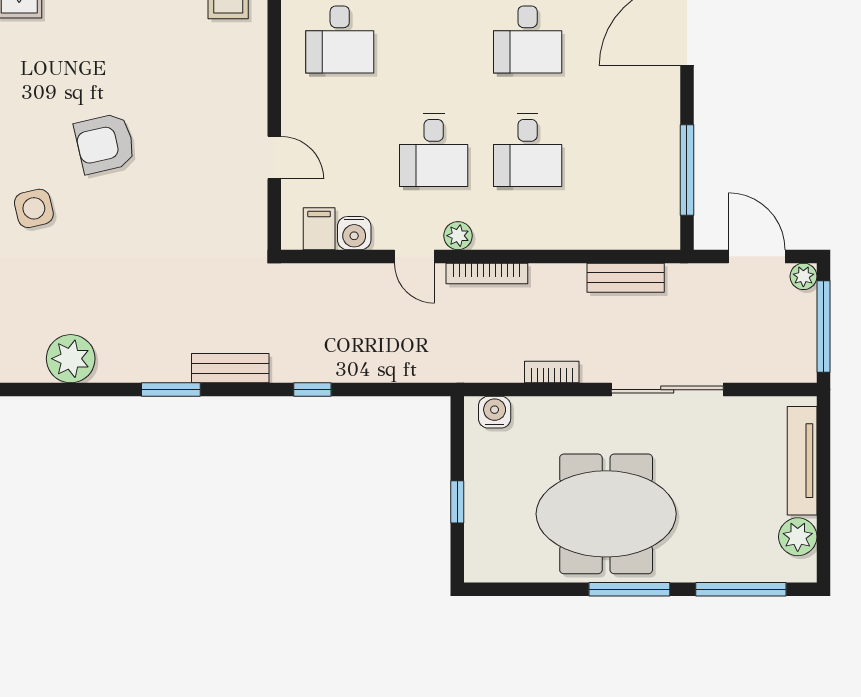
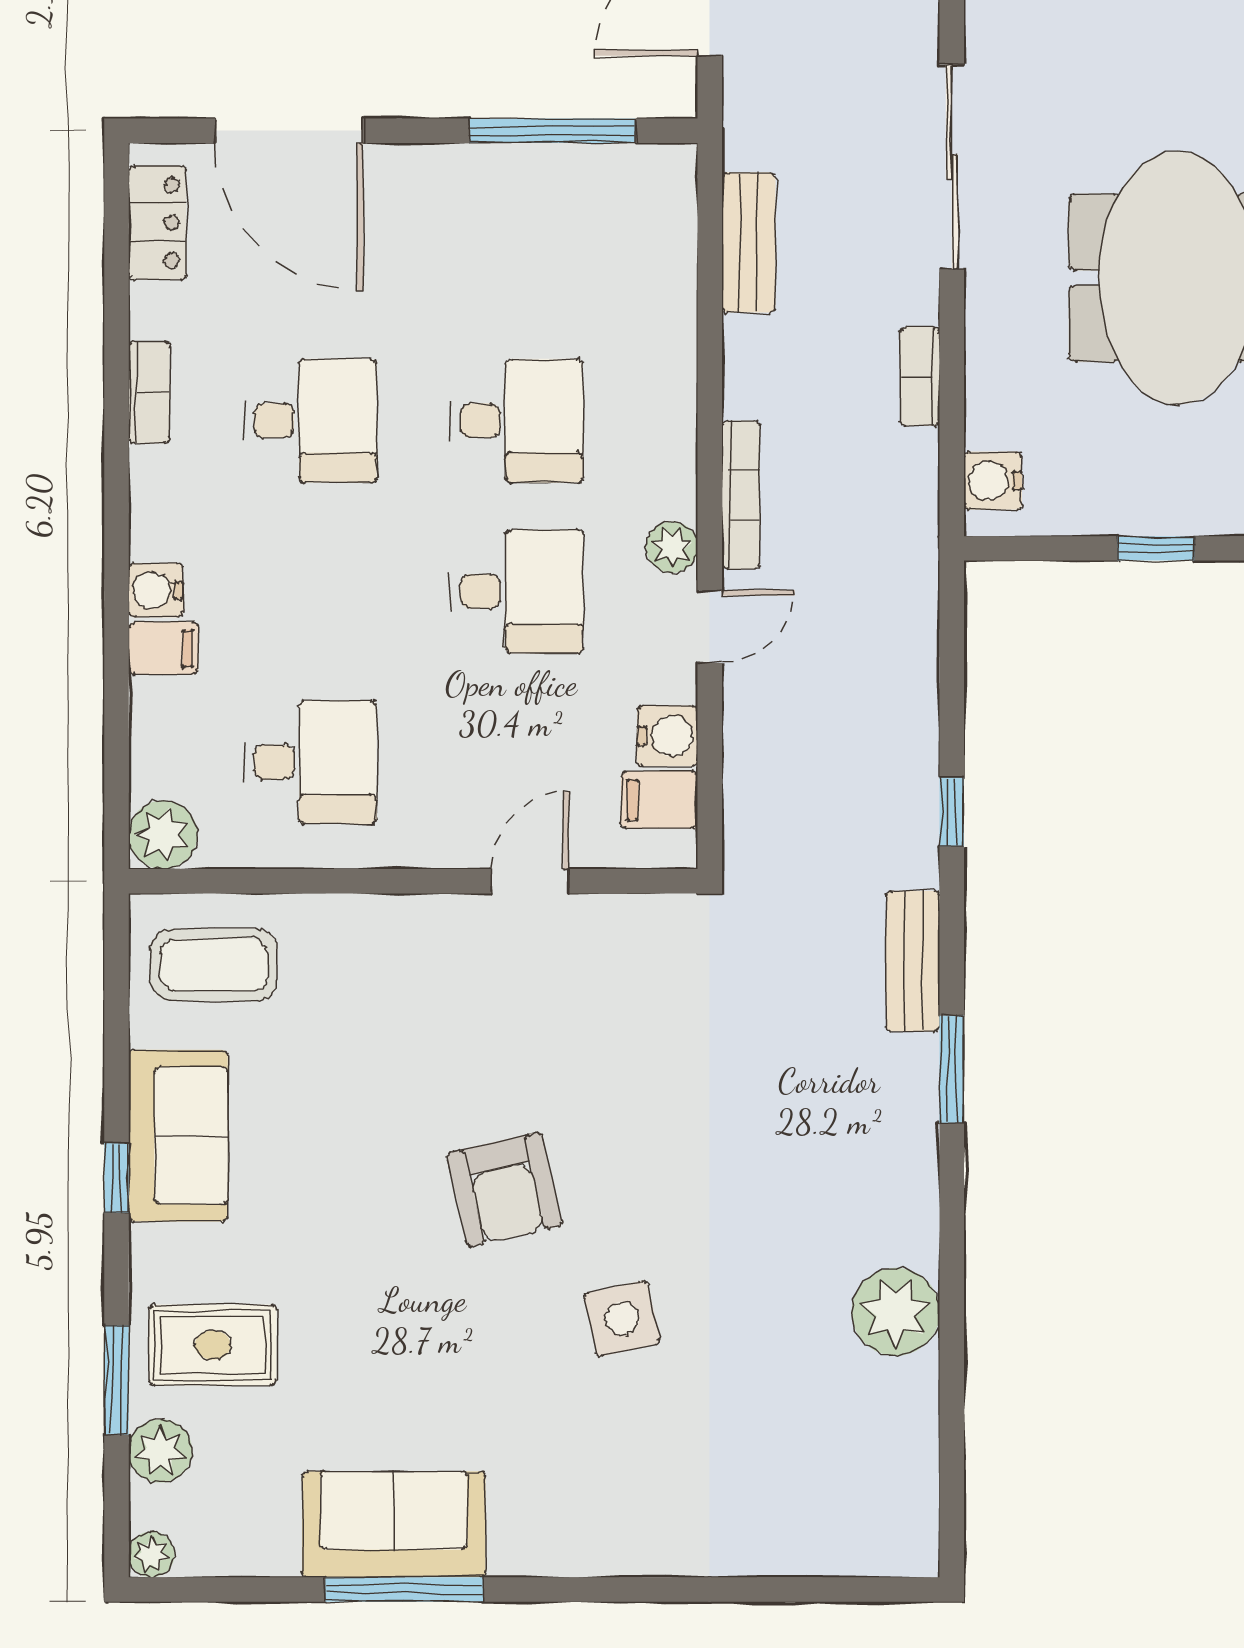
plant: (71, 359) -> (896, 1312), moved

